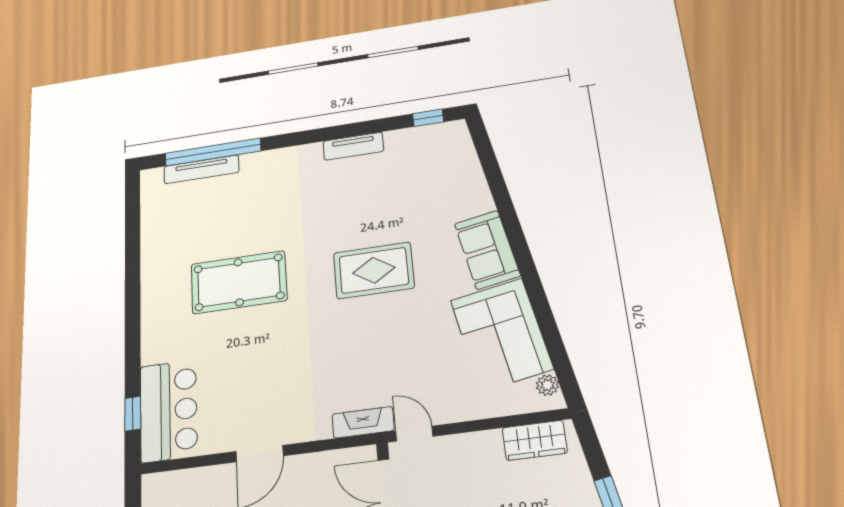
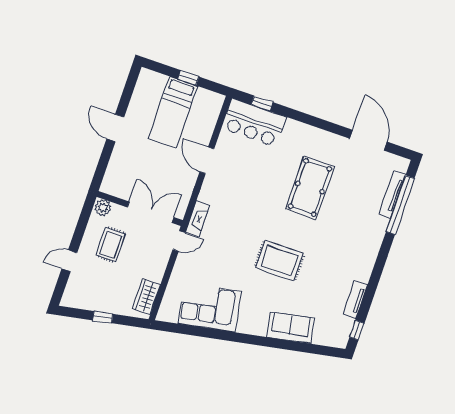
tv unit: (353, 146) -> (355, 299), moved
door: (133, 238) -> (368, 140), added
sofa: (487, 250) -> (290, 328), moved
rug: (374, 270) -> (279, 261), turned 90
plant: (547, 385) -> (171, 317), removed

